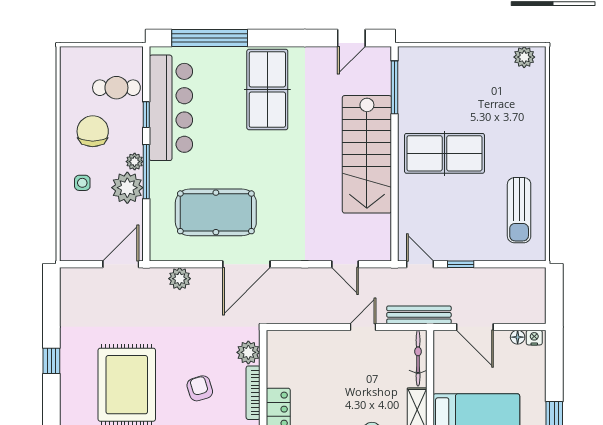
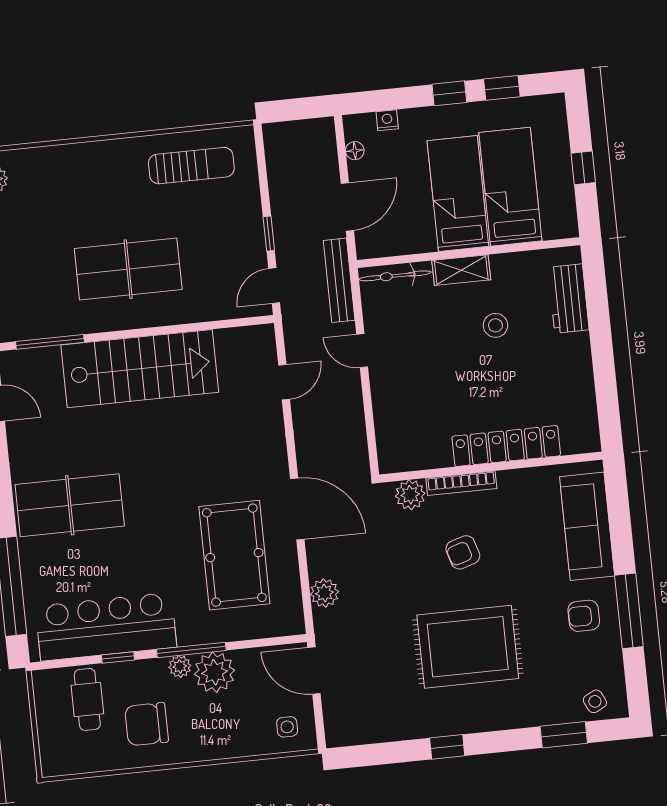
table tennis table: (444, 153) -> (128, 269), turned 90
side table: (82, 183) -> (287, 727), moved
nightstand: (534, 338) -> (387, 120), moved, turned 90

